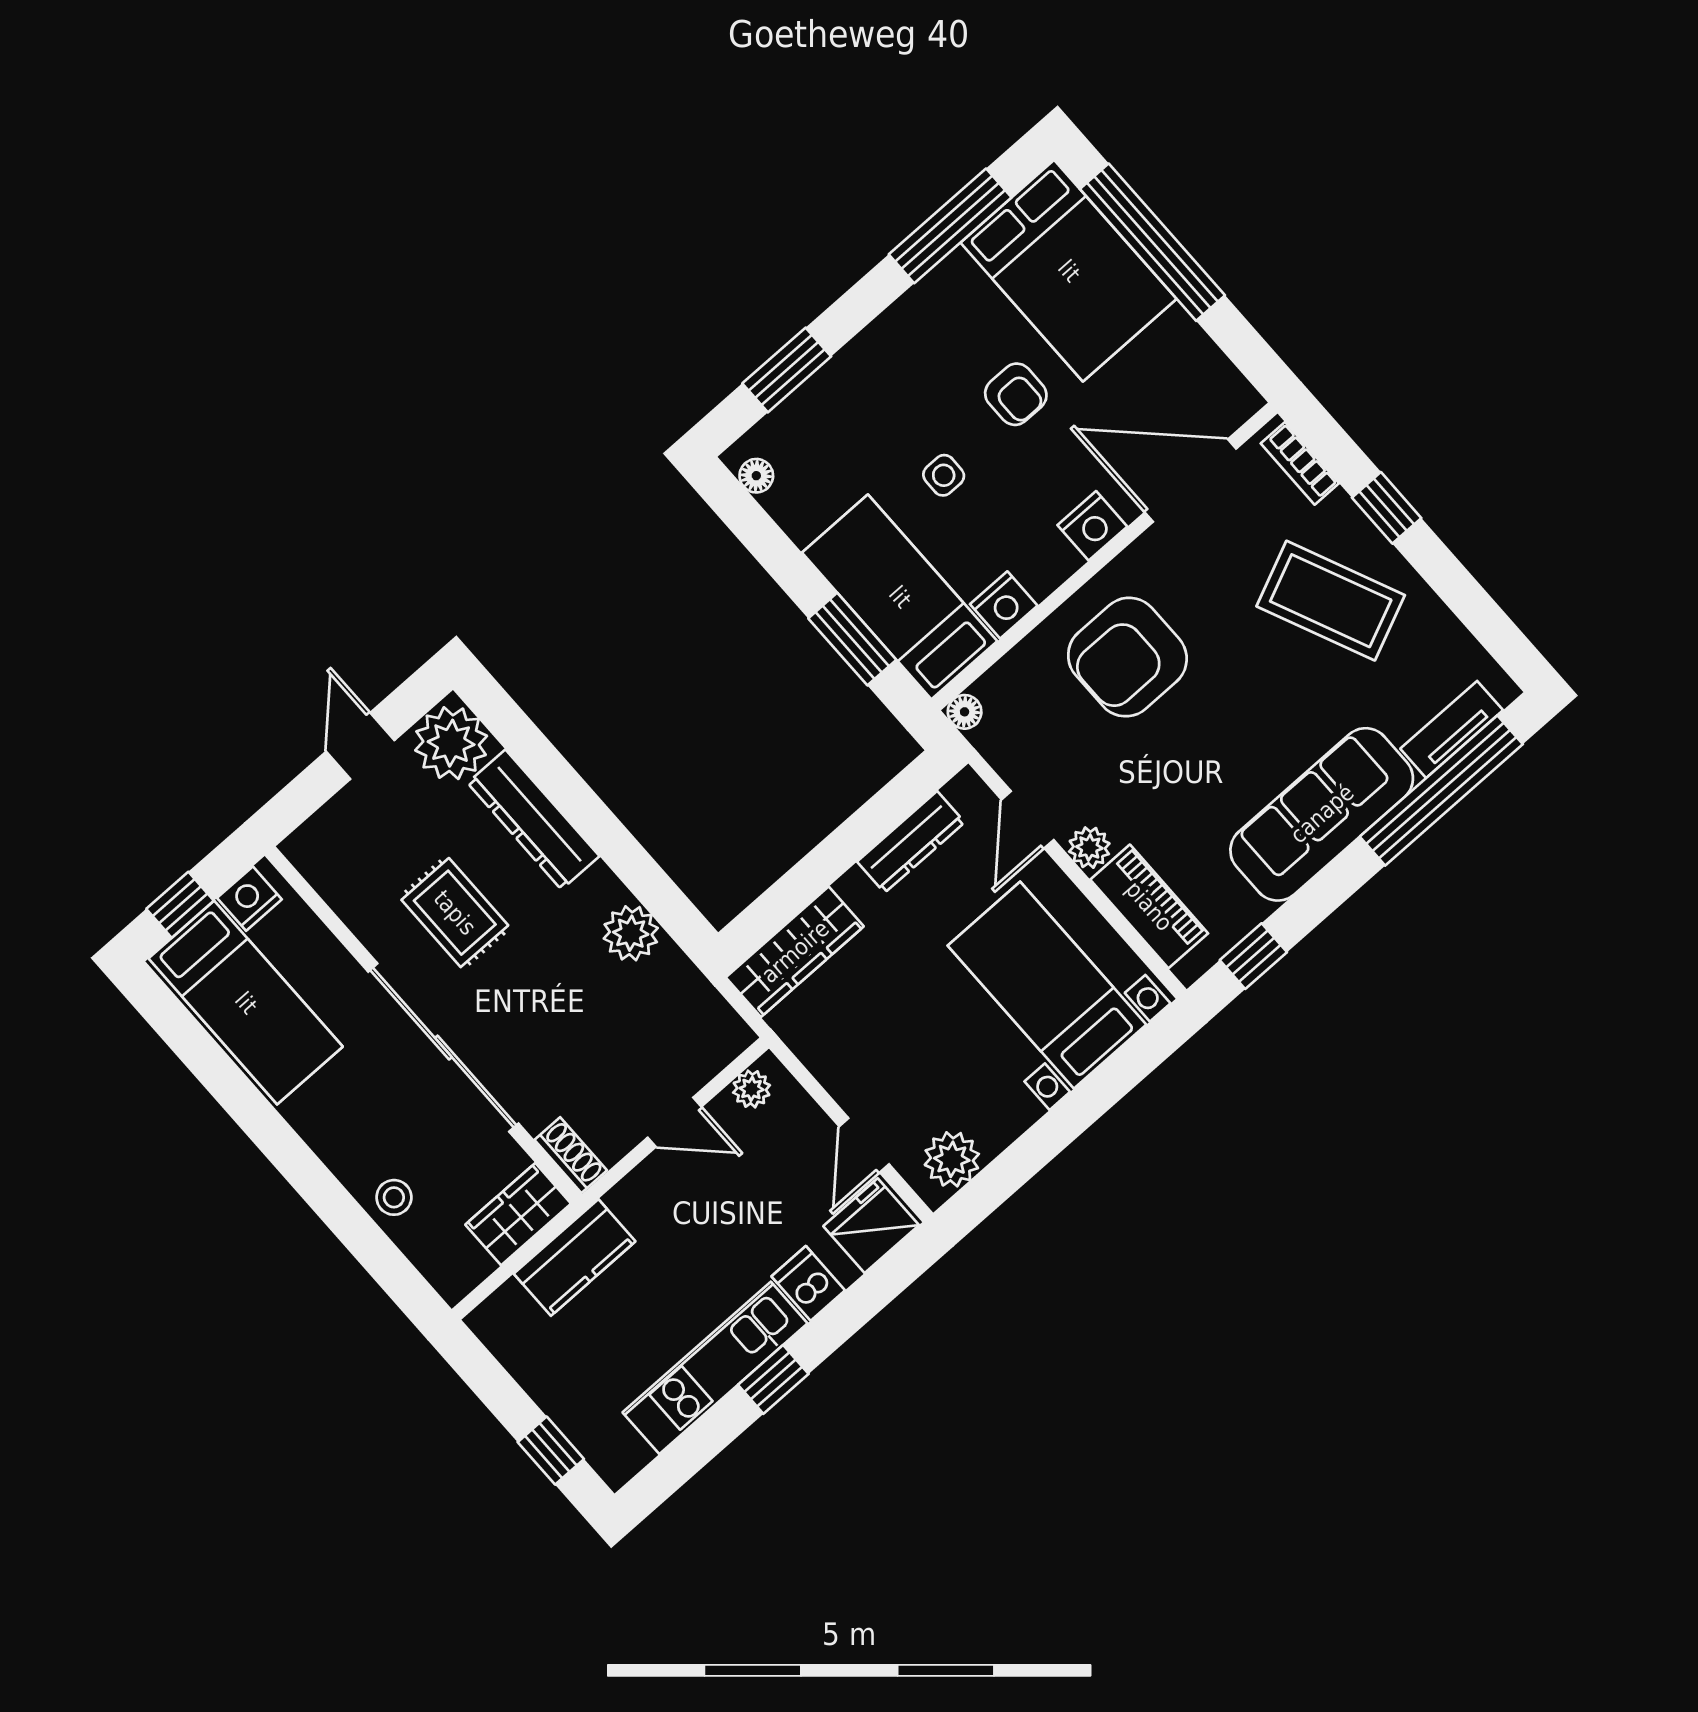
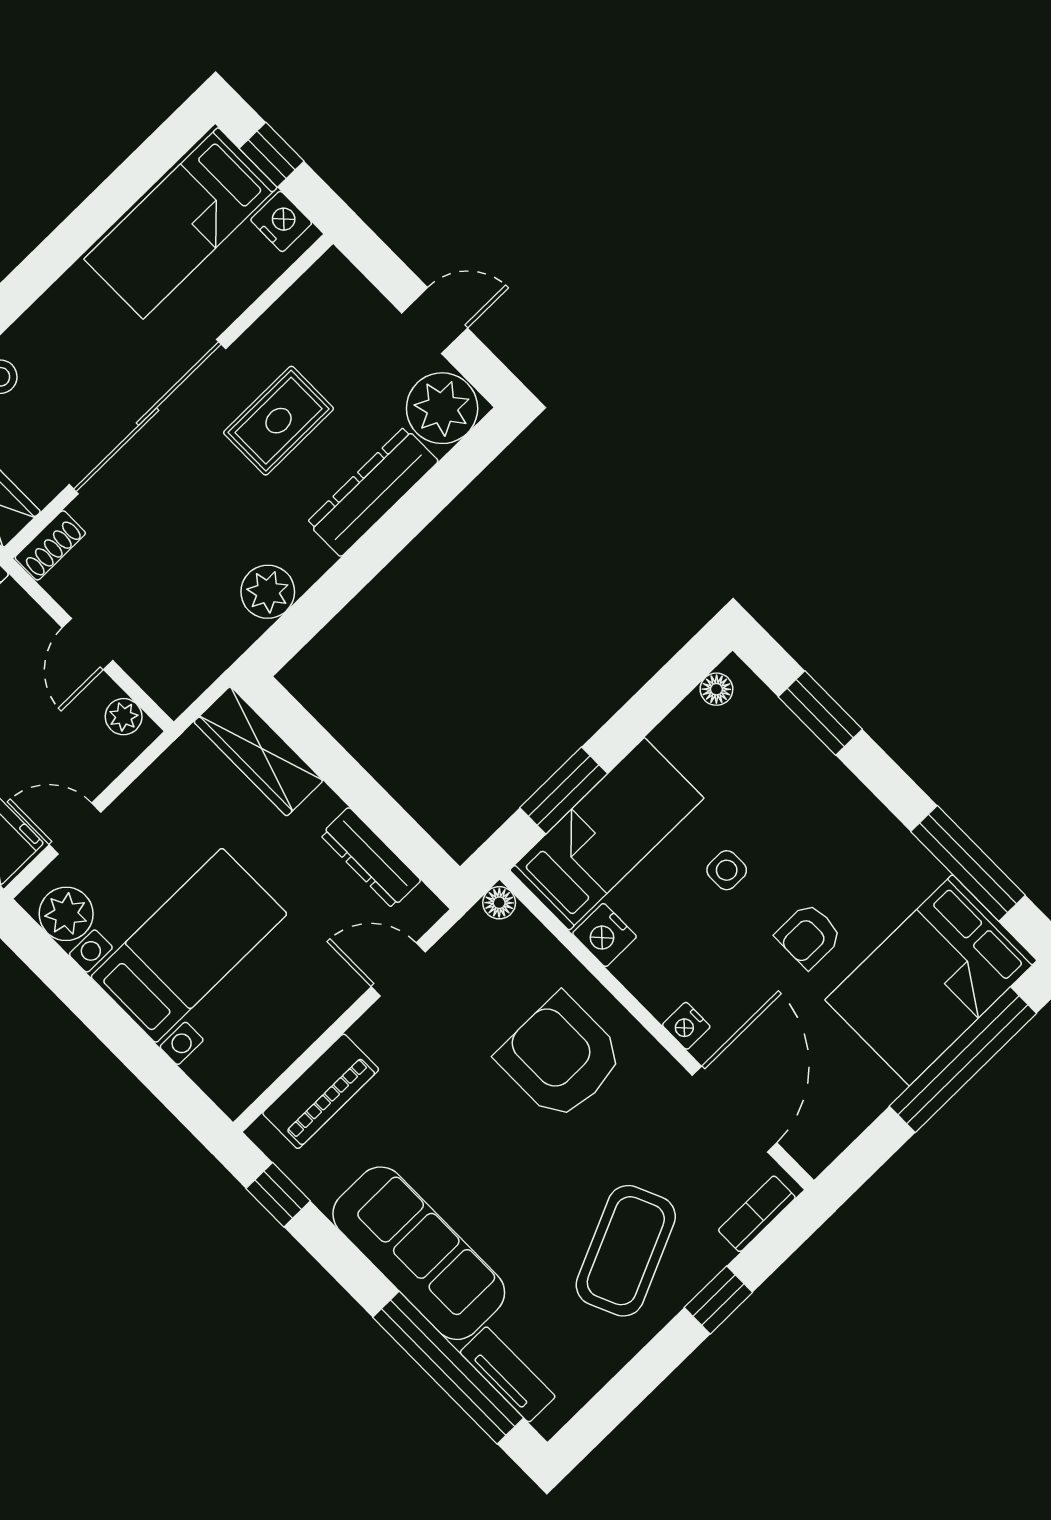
nightstand: (1092, 526) -> (686, 1026), width x0.72, depth x0.74
plant: (1089, 848) -> (375, 1030), removed
bed with nightstands: (1047, 985) -> (189, 945), moved

